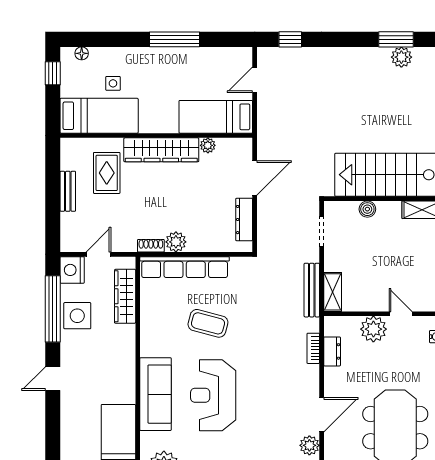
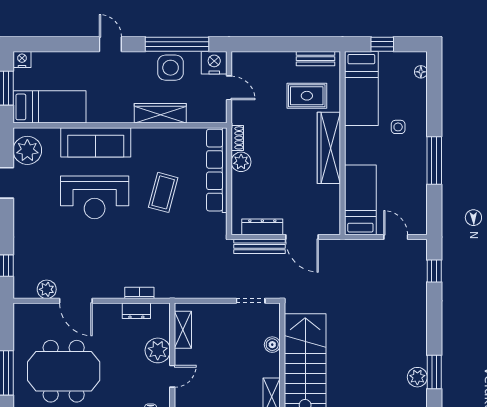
window: (53, 73) -> (382, 44), moved
side table: (113, 83) -> (398, 127), moved
plant: (208, 145) -> (333, 192), removed
bench: (68, 191) -> (315, 59), moved
bench: (312, 290) -> (260, 246), moved
shelving: (333, 292) -> (183, 330), moved, turned 90
wardrobe: (125, 296) -> (160, 113), moved
reception desk: (213, 395) -> (95, 197), turned 180

